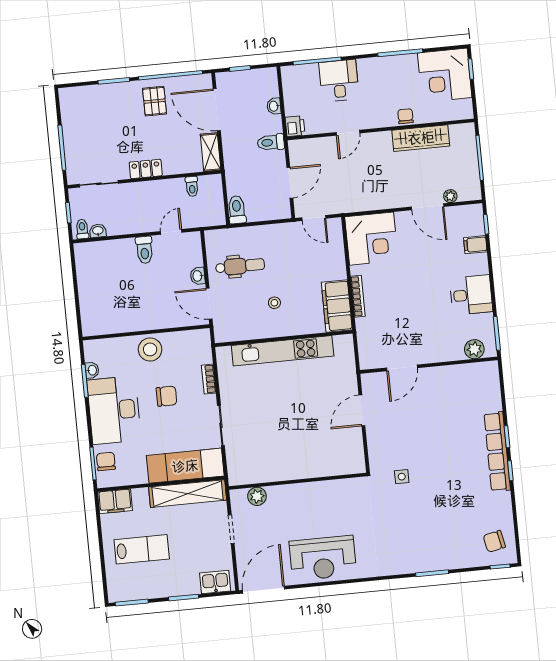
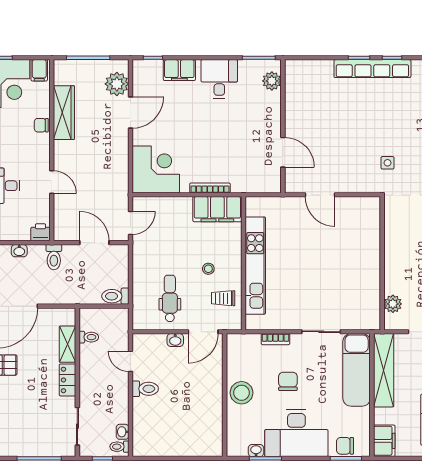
filing cabinet: (462, 108) -> (39, 70), added
shelving: (211, 152) -> (68, 344), moved, turned 90
plant: (450, 196) -> (117, 84), width x1.87, depth x1.87
filing cabinet: (475, 245) -> (179, 70), width x2.00
trolley: (246, 321) -> (223, 298), added

